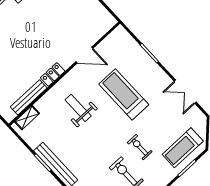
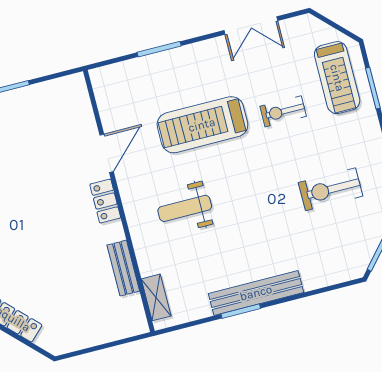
locker: (53, 74) -> (105, 201), moved
bench: (29, 97) -> (123, 268), width x0.73
exercise bike: (140, 147) -> (283, 111), moved

